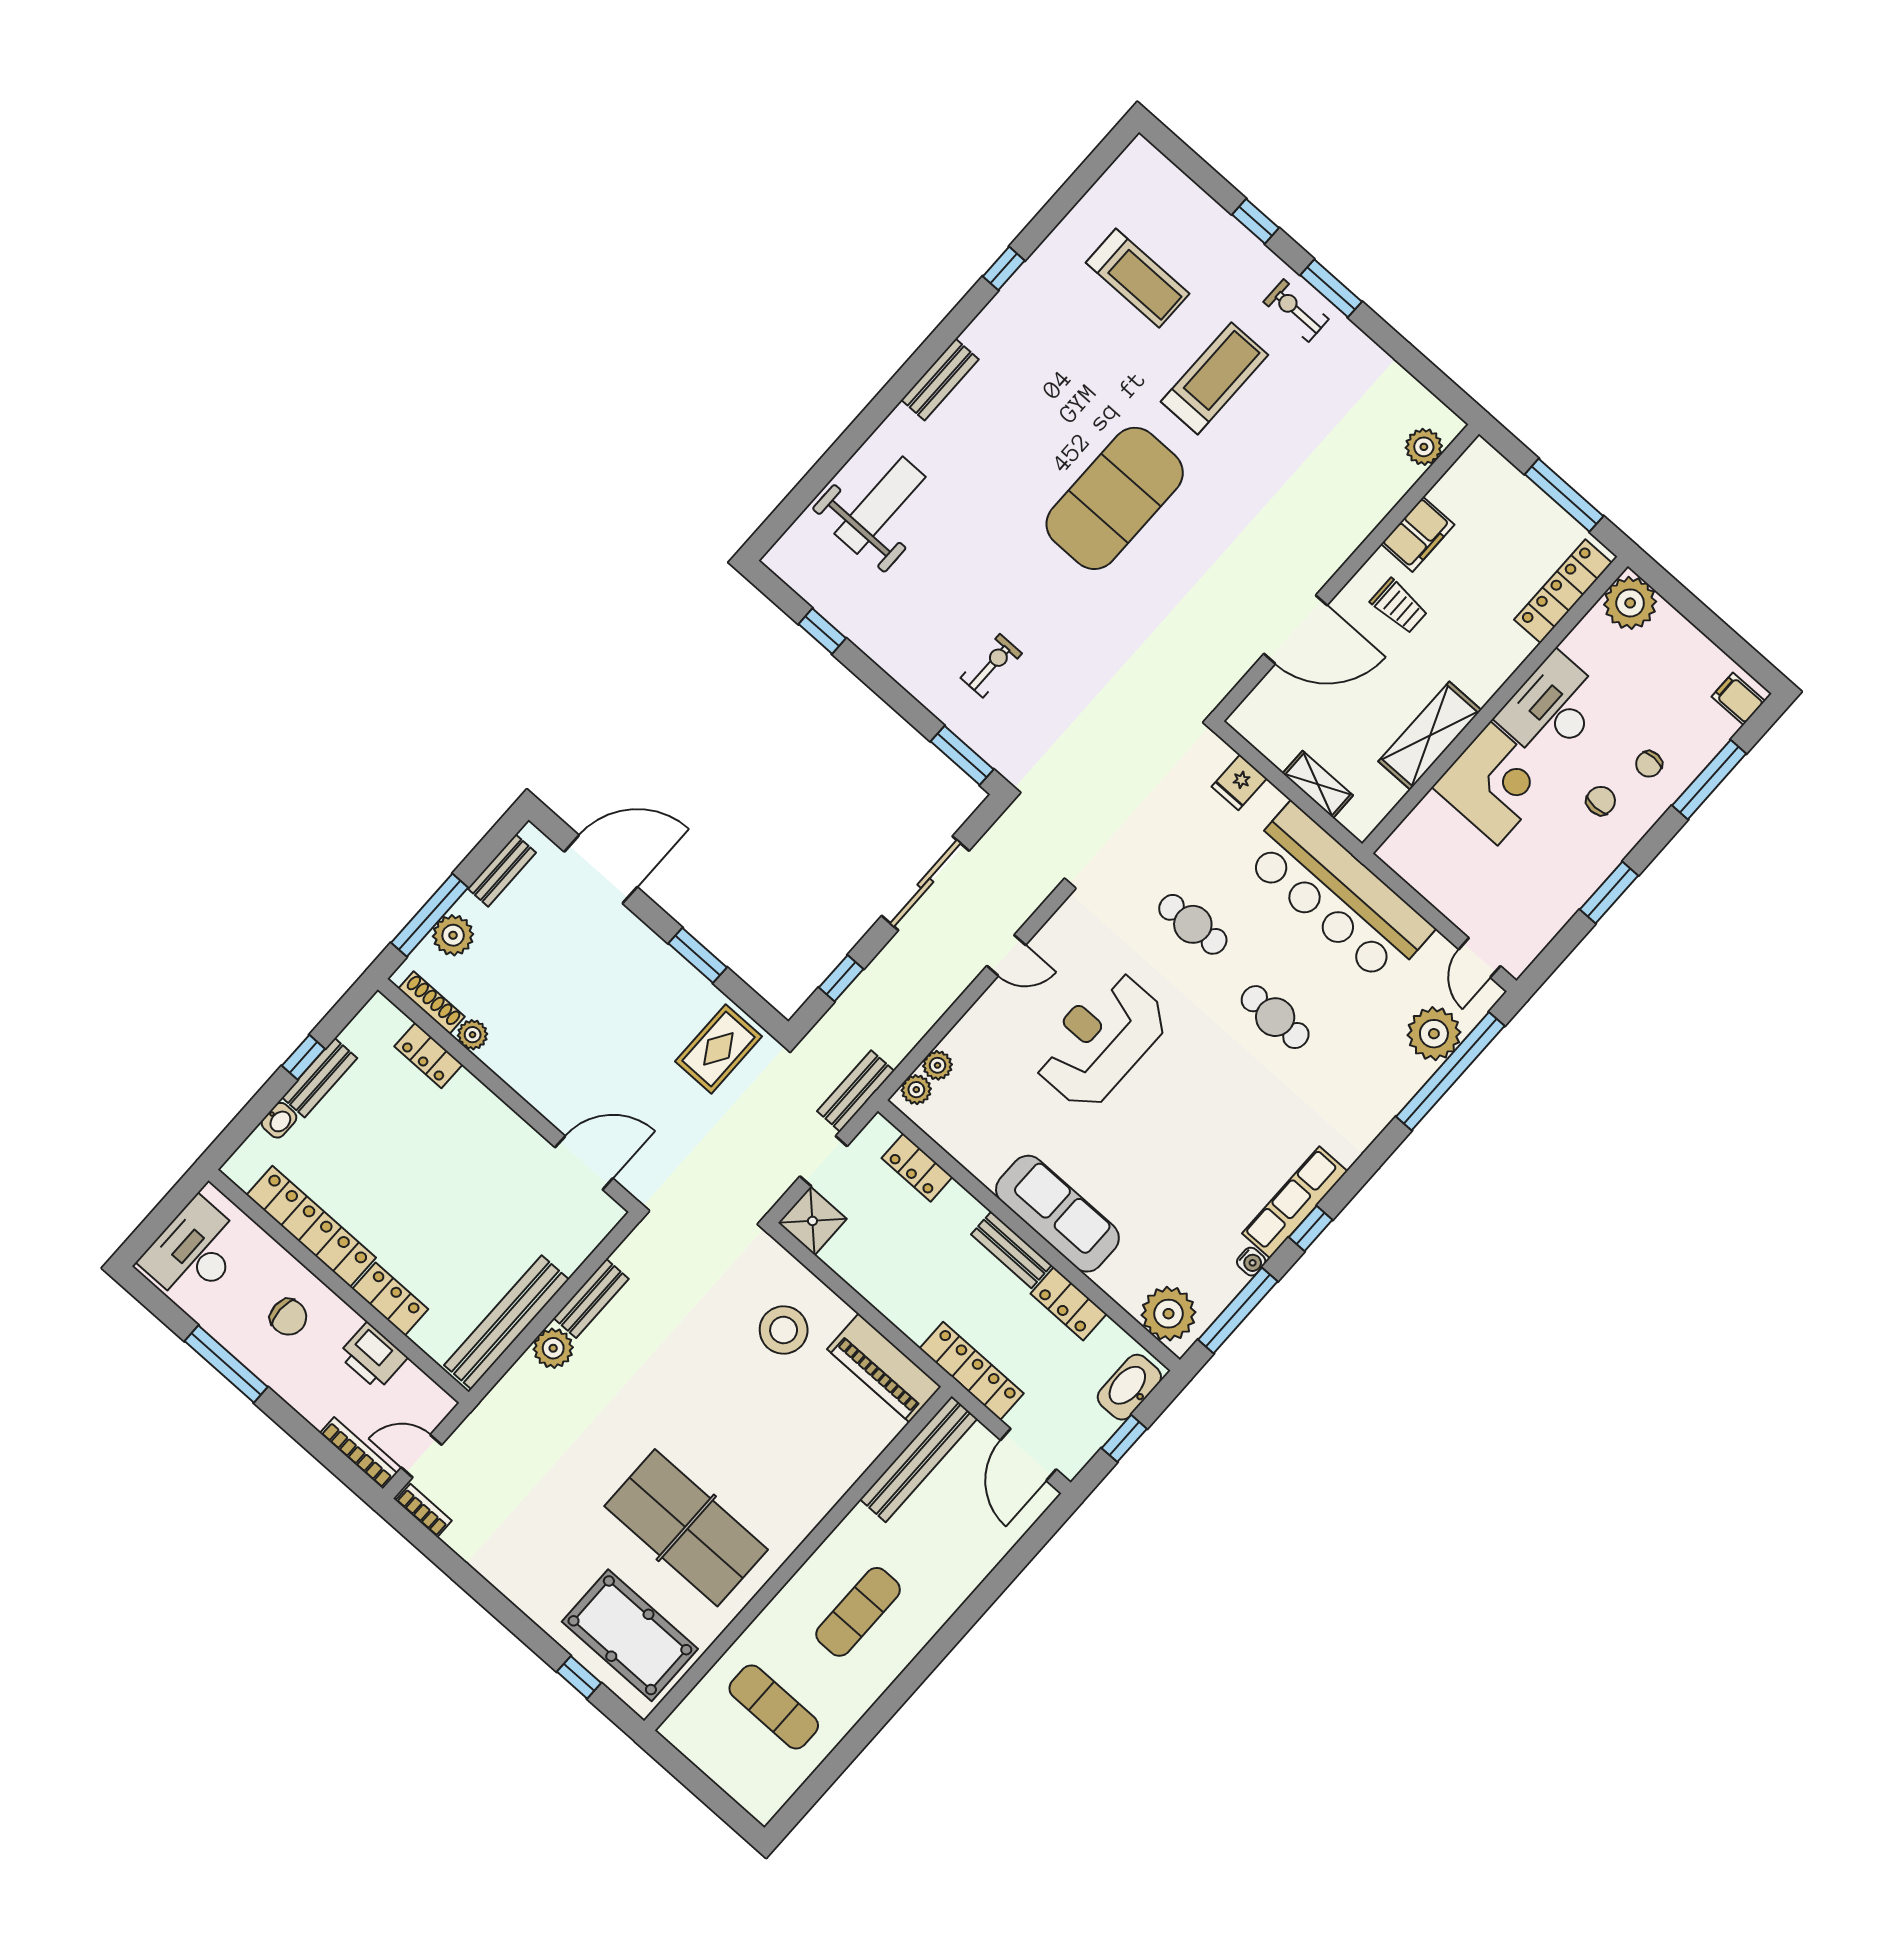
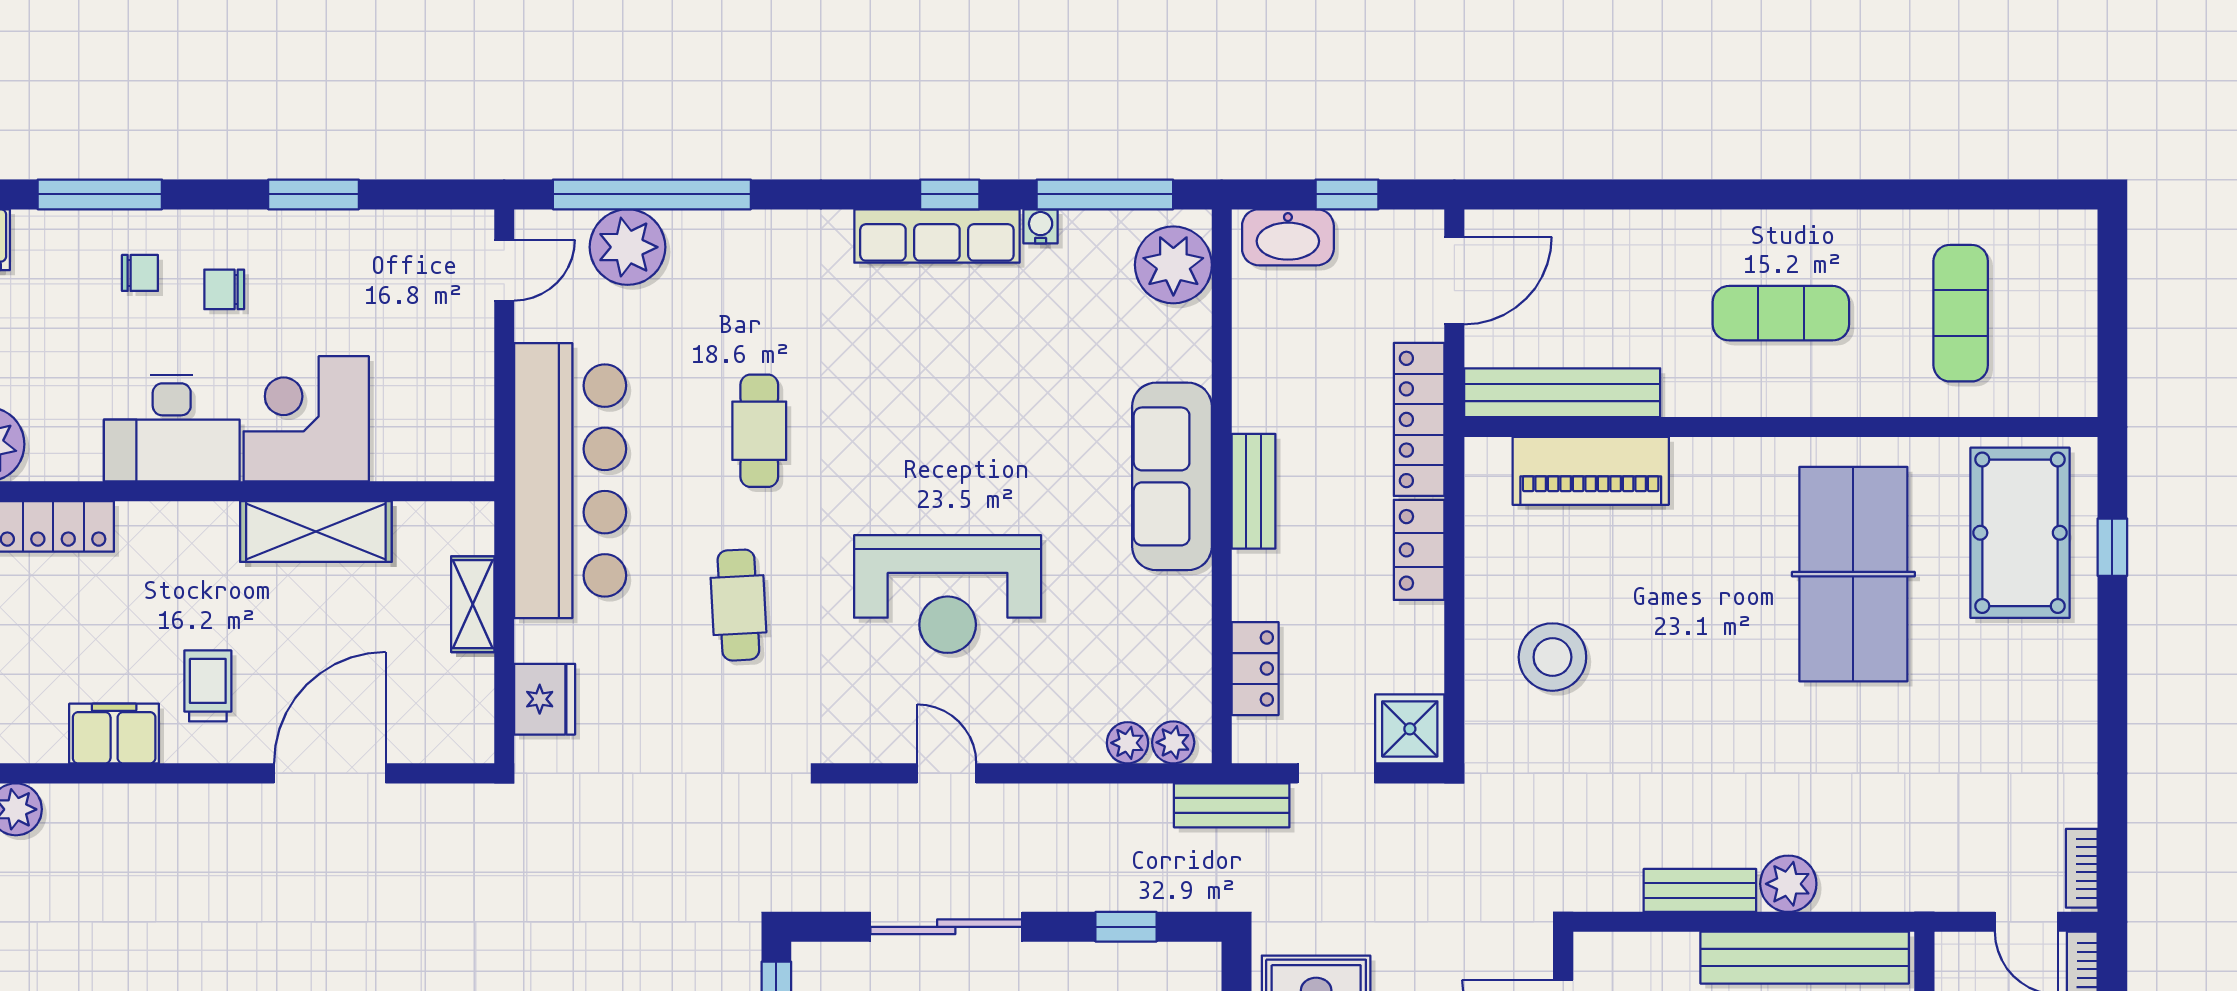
door: (1296, 630) -> (330, 773), hinge flipped
fridge: (1239, 782) -> (545, 699), width x1.38
locker: (1069, 1304) -> (1419, 550), moved, turned 180
piano: (884, 1368) -> (1591, 471), moved, turned 90

